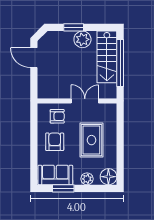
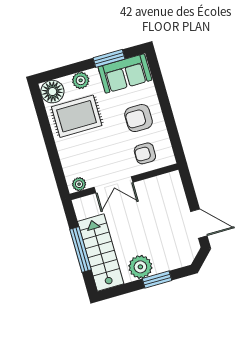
window: (120, 63) -> (80, 250), width x0.68
plant: (108, 108) -> (79, 184), added
rug: (91, 140) -> (77, 116), moved, turned 90
armchair: (55, 142) -> (139, 118), turned 90

